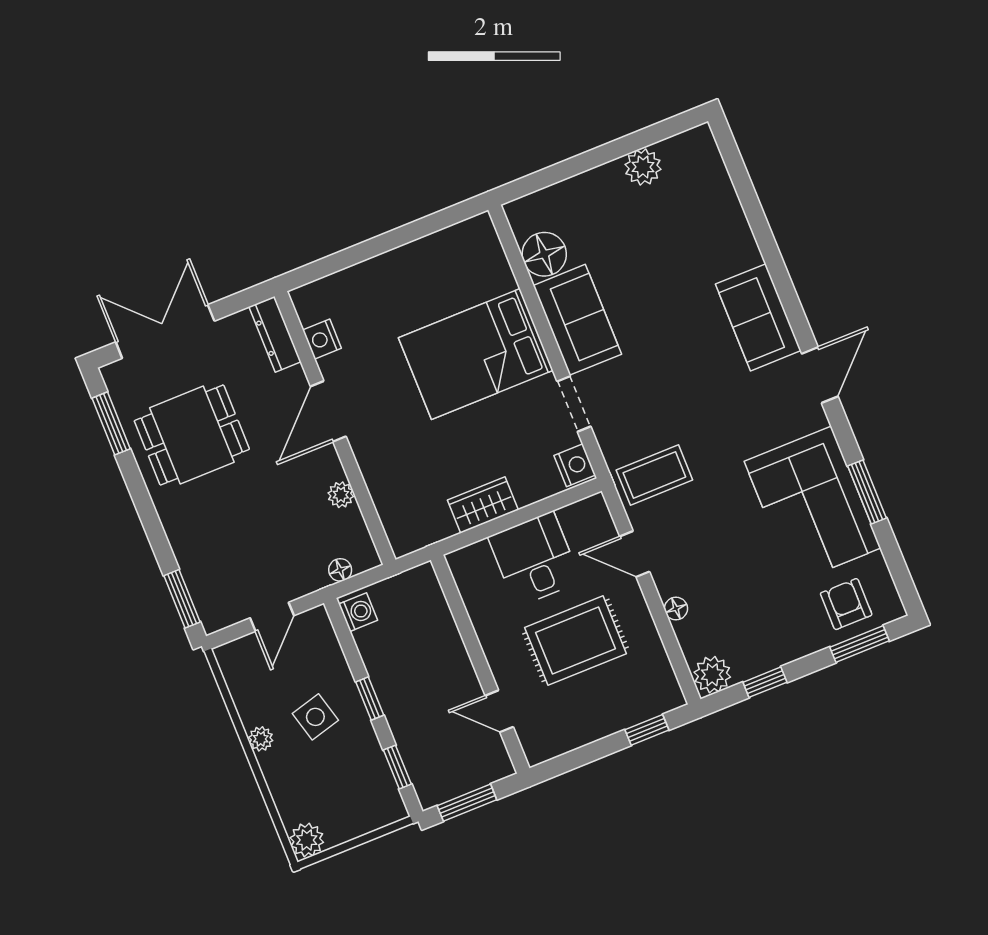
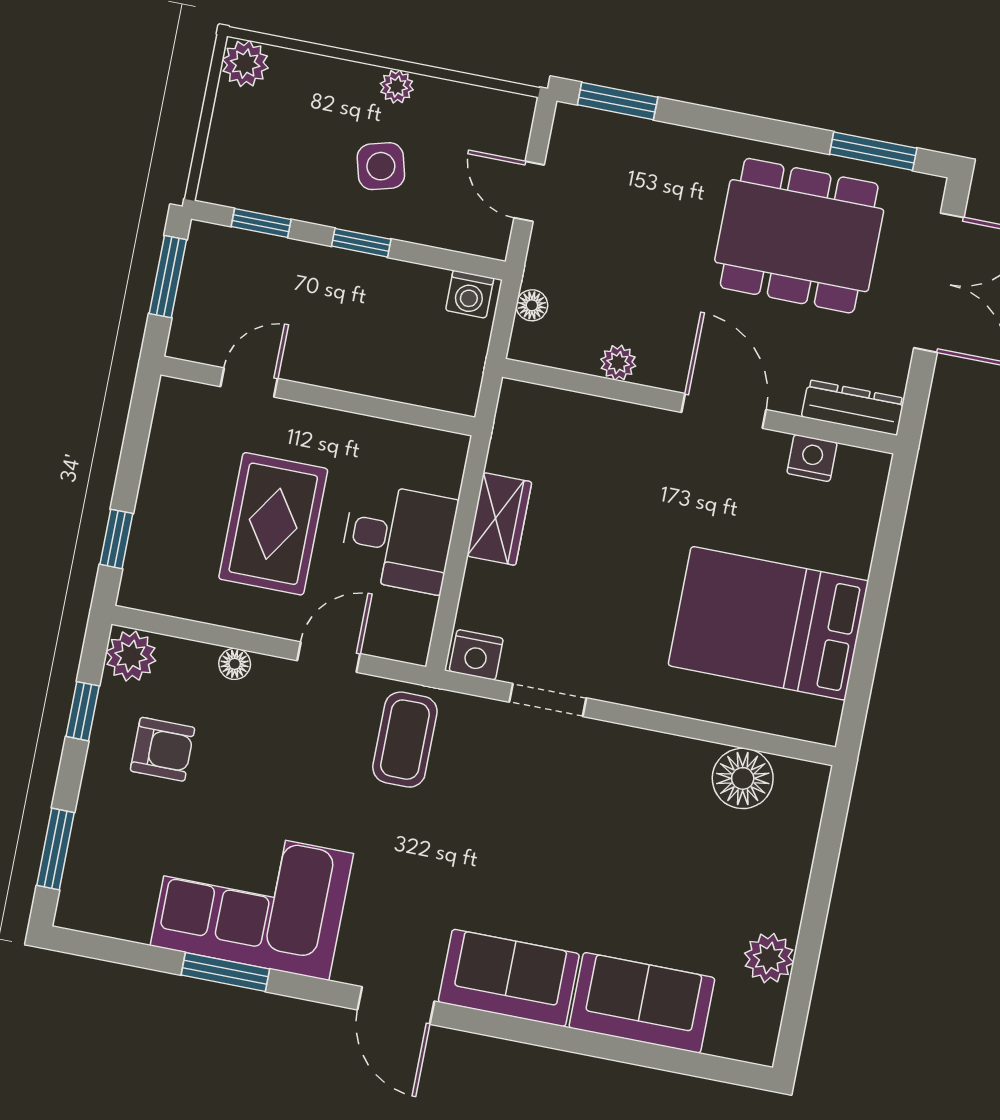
sofa: (577, 320) -> (642, 1003), moved, turned 180
bed: (476, 354) -> (768, 623), moved, turned -90
dining table: (192, 435) -> (799, 236), width x1.37
armchair: (846, 604) -> (162, 749), moved

